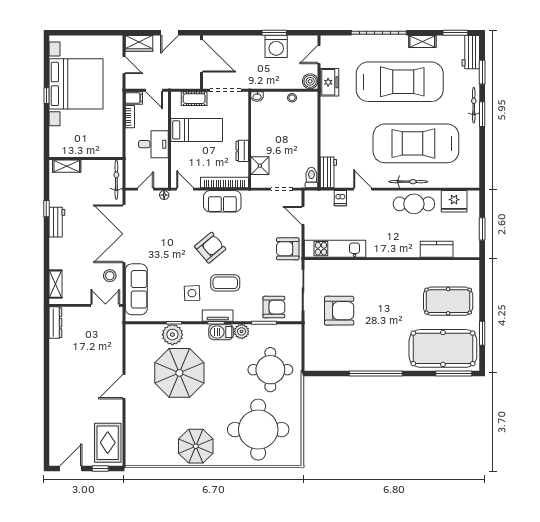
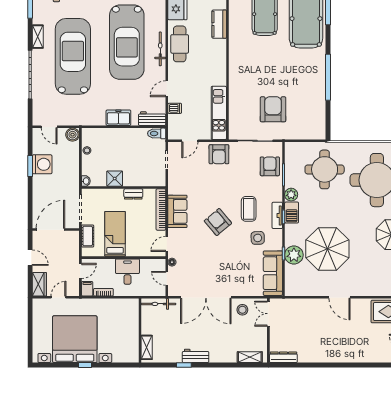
freezer: (329, 82) -> (118, 118), moved
shower: (260, 166) -> (115, 179), moved
sofa: (136, 289) -> (273, 273), moved, turned -90

